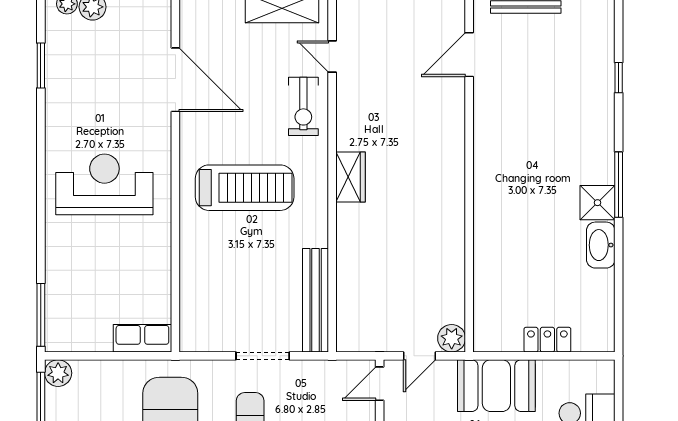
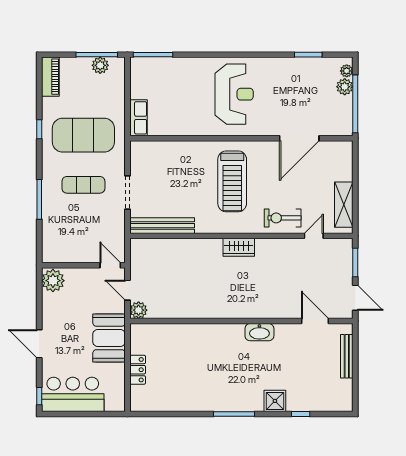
shower: (598, 203) -> (275, 401), moved
washbasin: (601, 245) -> (259, 332), moved, turned 180
plant: (58, 373) -> (100, 65), moved

